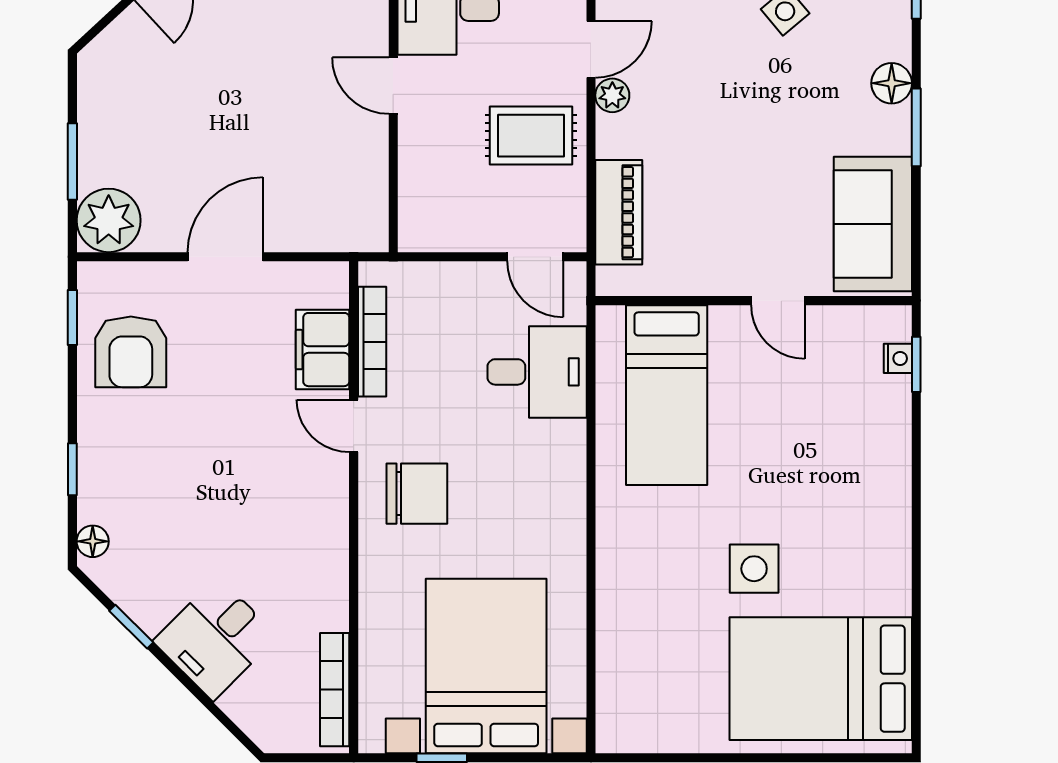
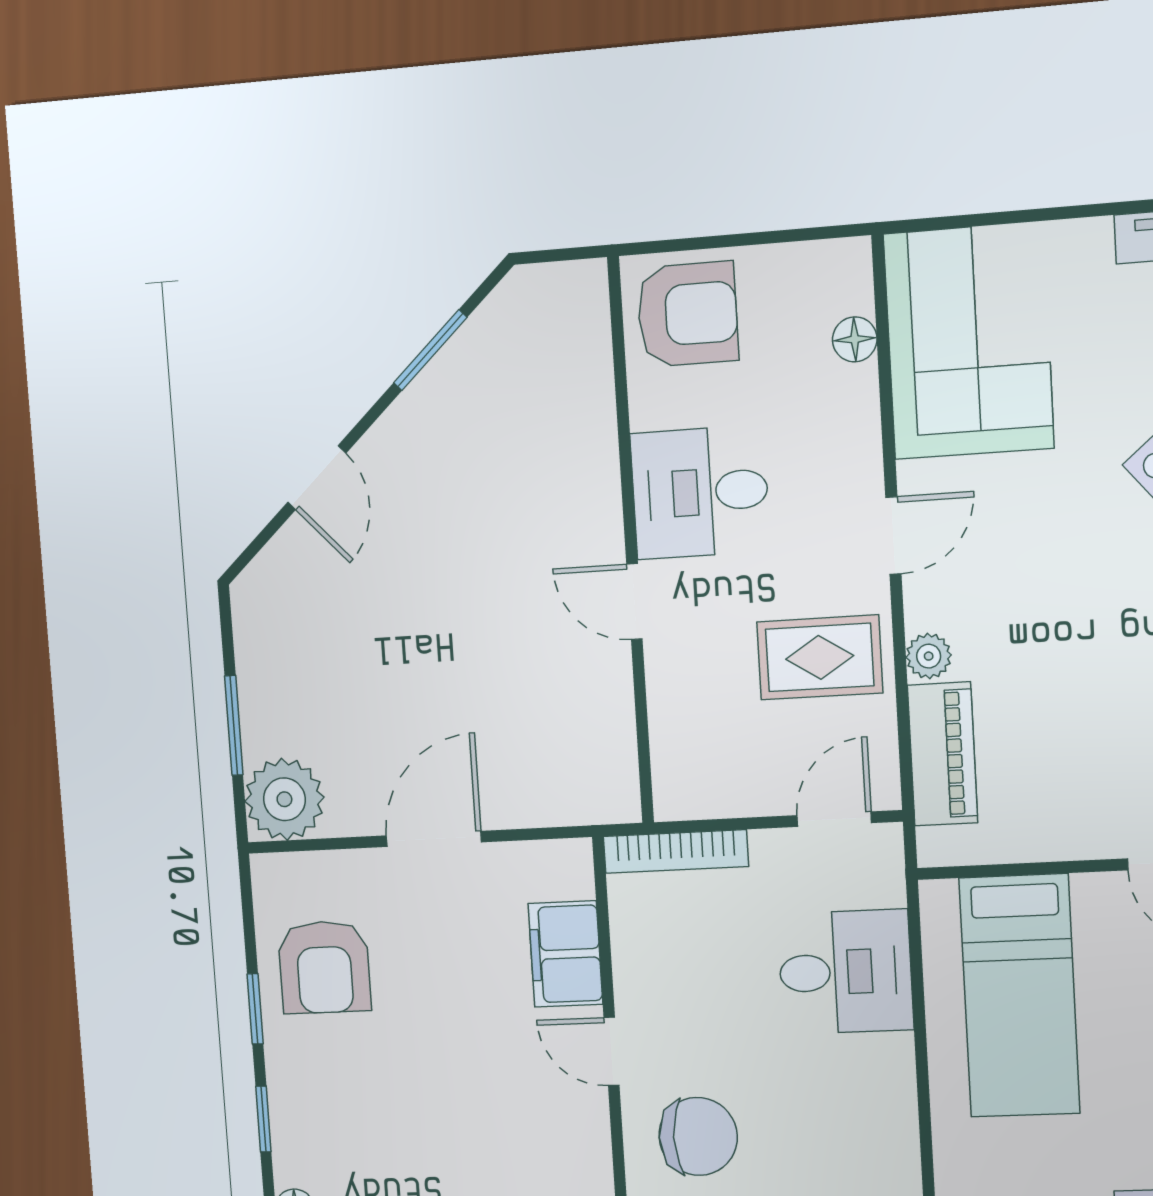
plant: (612, 95) -> (929, 656), moved
door: (535, 257) -> (834, 819), swing flipped
window: (72, 317) -> (255, 1009), moved
bookcase: (372, 342) -> (676, 851), moved, turned 90

